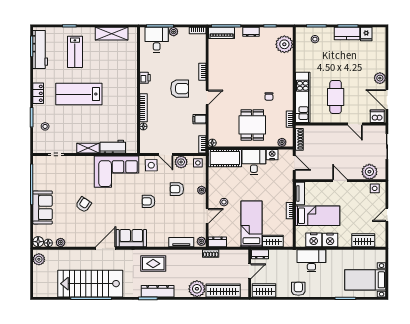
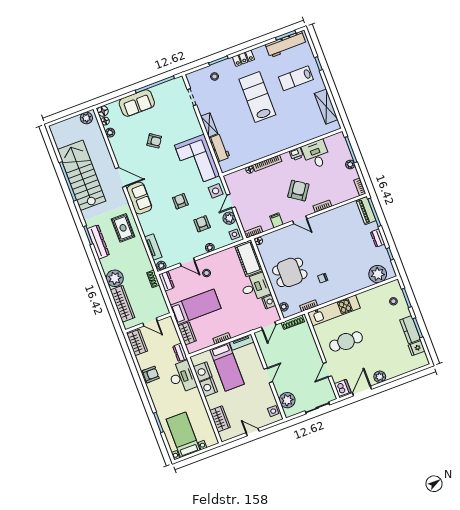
desk: (157, 40) -> (316, 154), moved, turned -90
armchair: (180, 89) -> (298, 191), turned -146
dresser: (260, 254) -> (180, 352), moved

